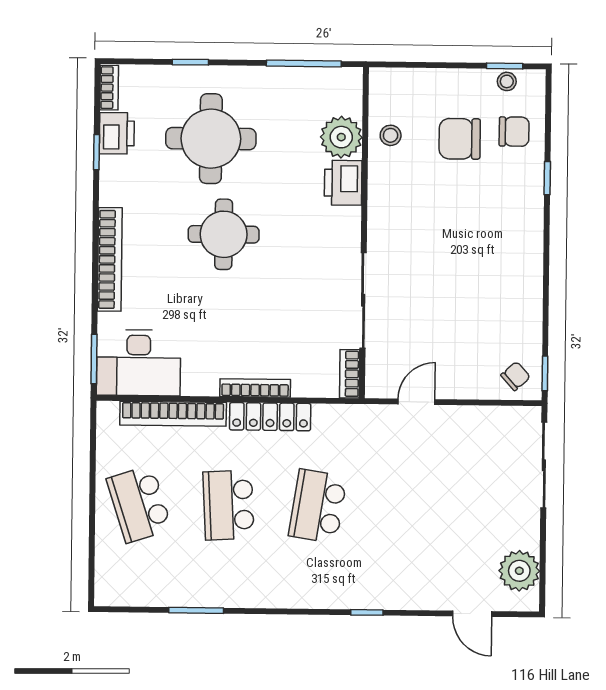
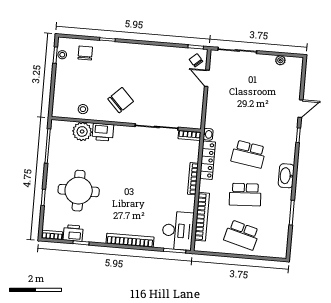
chair: (460, 139) -> (121, 100), moved, turned -134
round table: (224, 234) -> (122, 188), removed
door: (416, 402) -> (207, 78), moved
washbasin: (355, 414) -> (208, 134), added
locker: (270, 417) -> (207, 160), moved
school desk: (139, 504) -> (242, 235), turned 33
plant: (519, 571) -> (280, 60), width x0.53, depth x0.53
washbasin: (276, 592) -> (286, 176), added
door: (472, 614) -> (300, 109), moved

